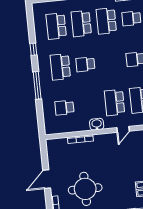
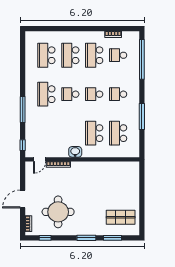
window: (33, 49) -> (23, 145), moved
school desk: (64, 108) -> (94, 94), moved
door: (123, 129) -> (40, 159), moved

